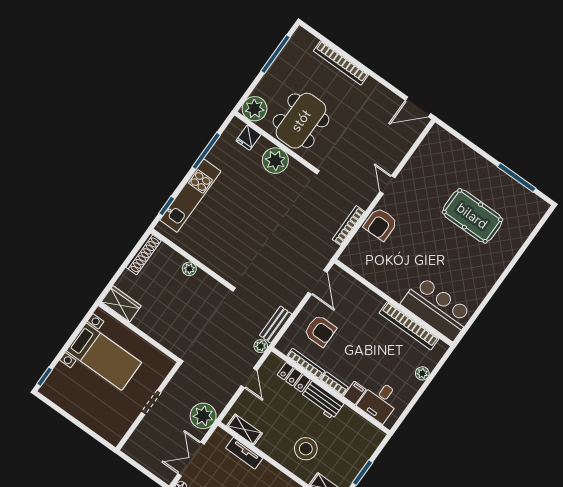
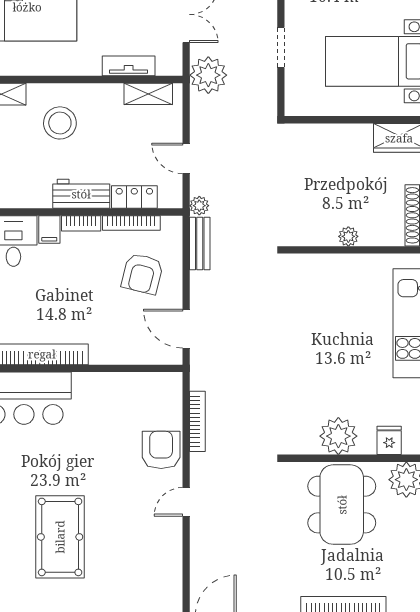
door: (387, 185) -> (186, 502), swing flipped
pool table: (472, 216) -> (60, 537), turned 90
armchair: (320, 331) -> (142, 274), turned -76

